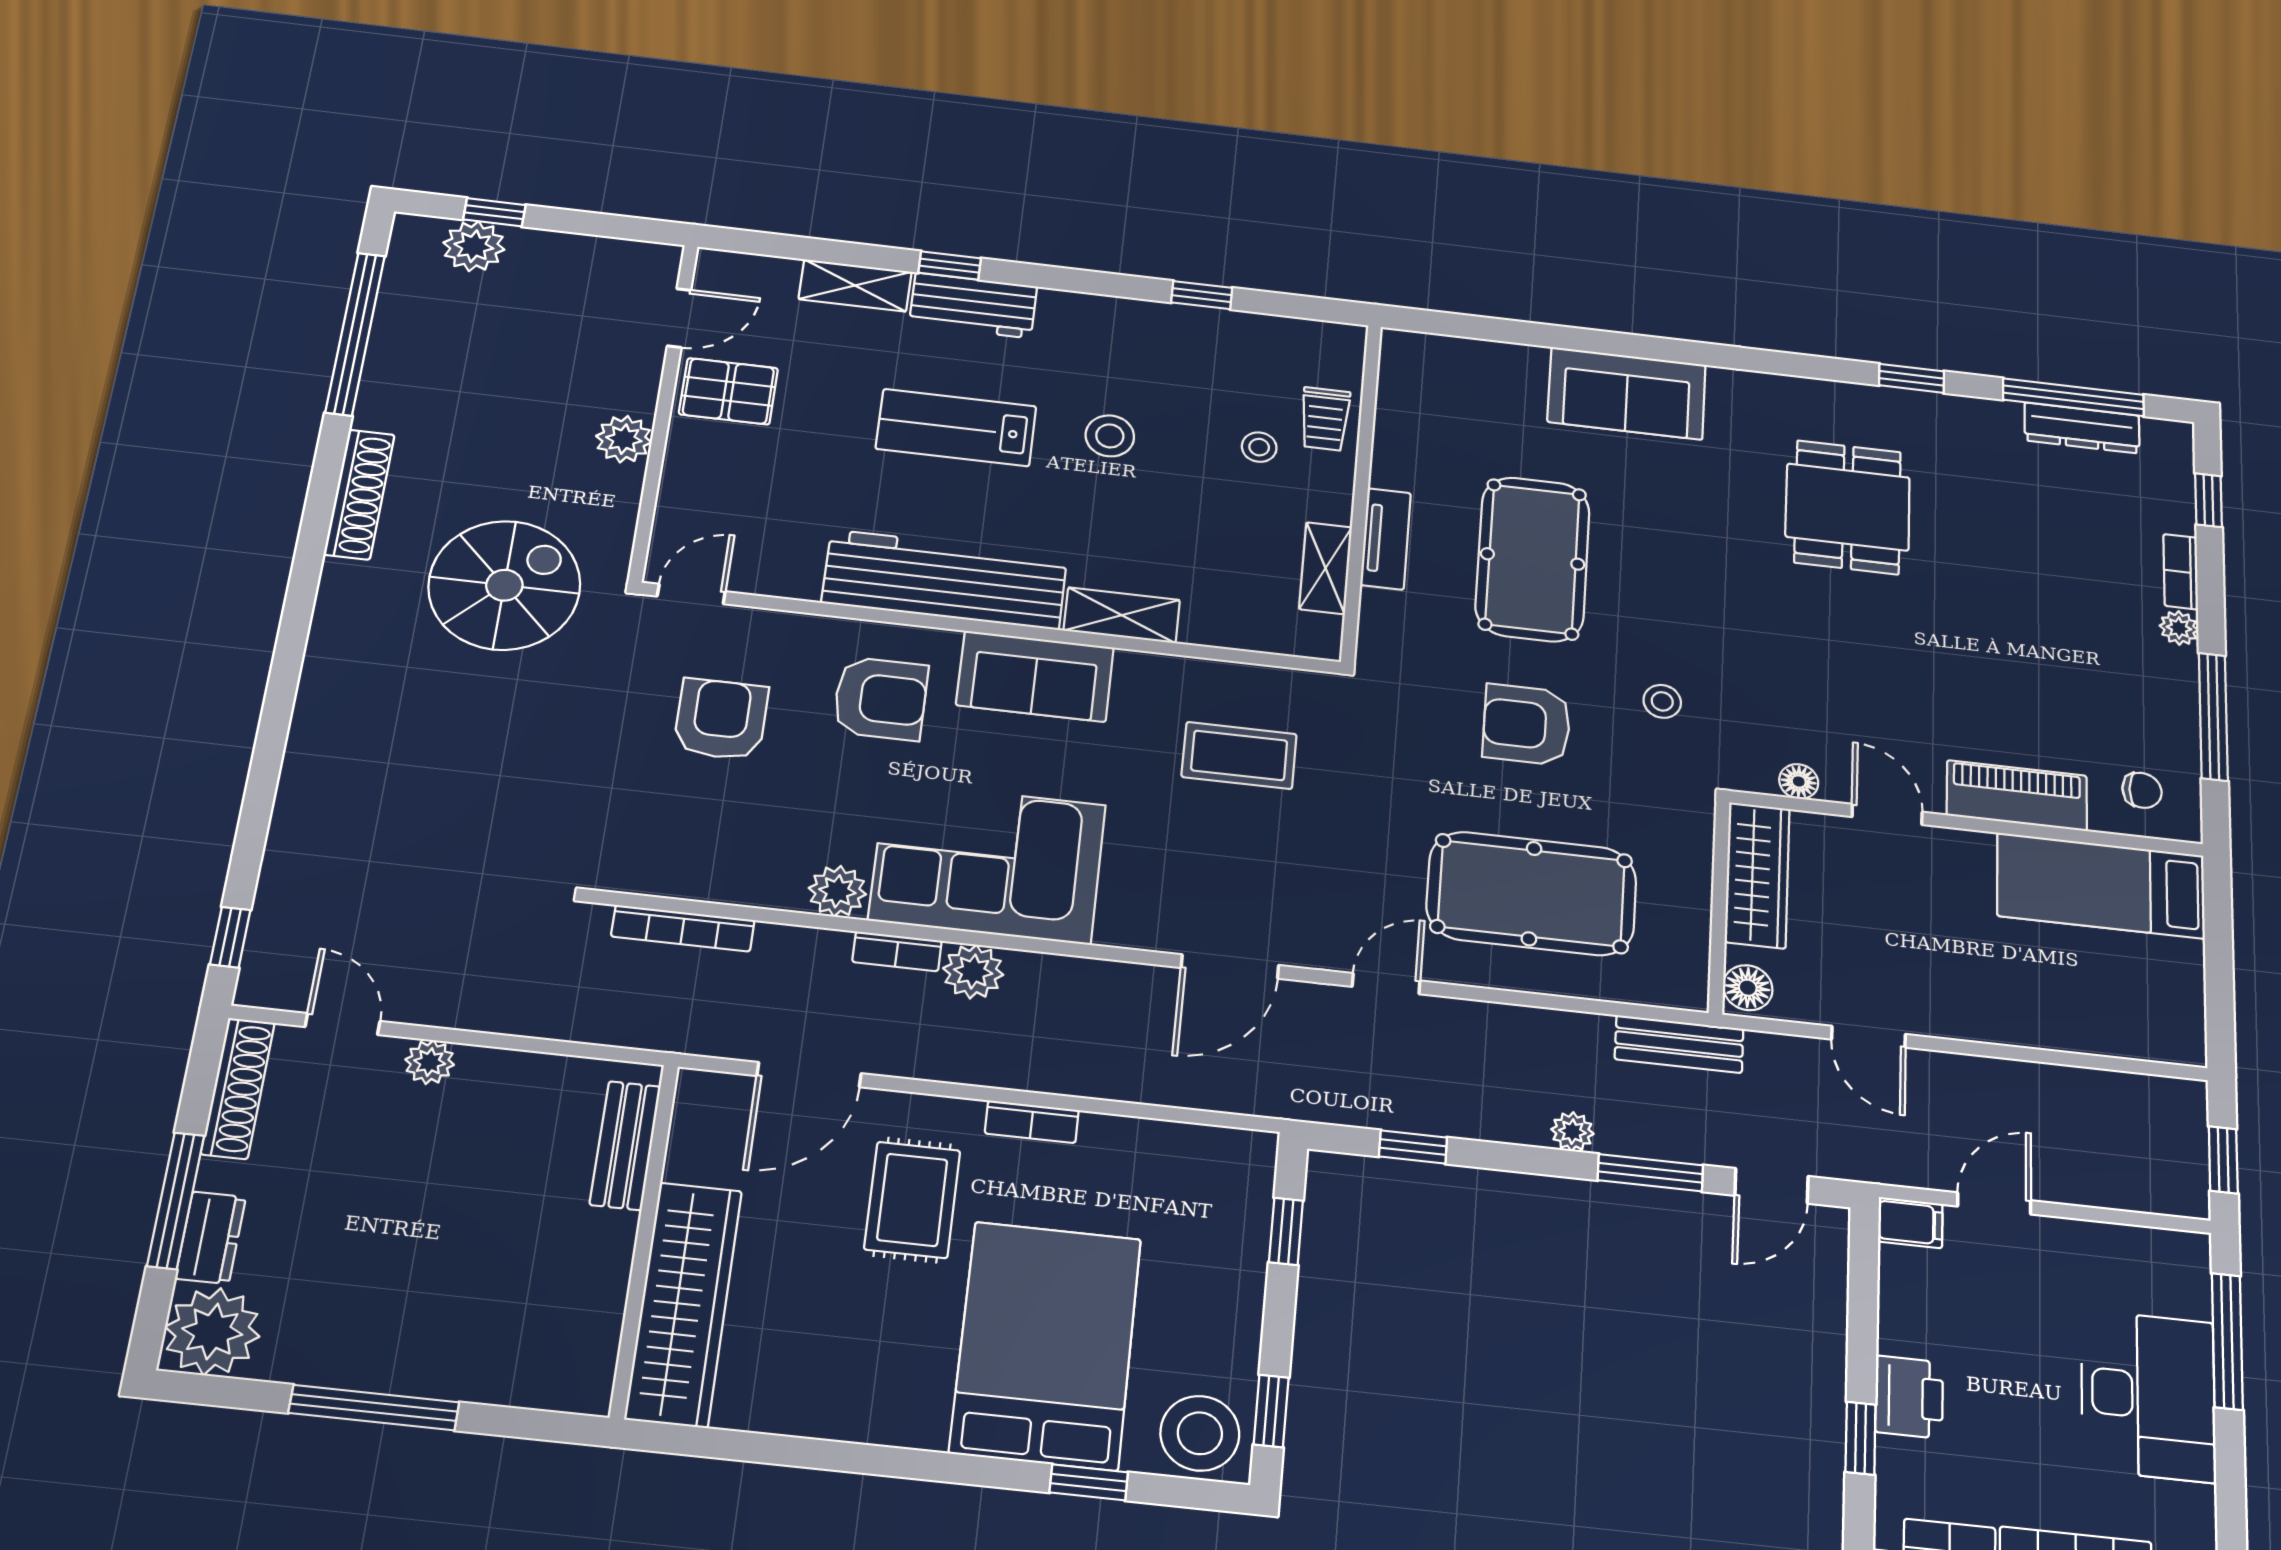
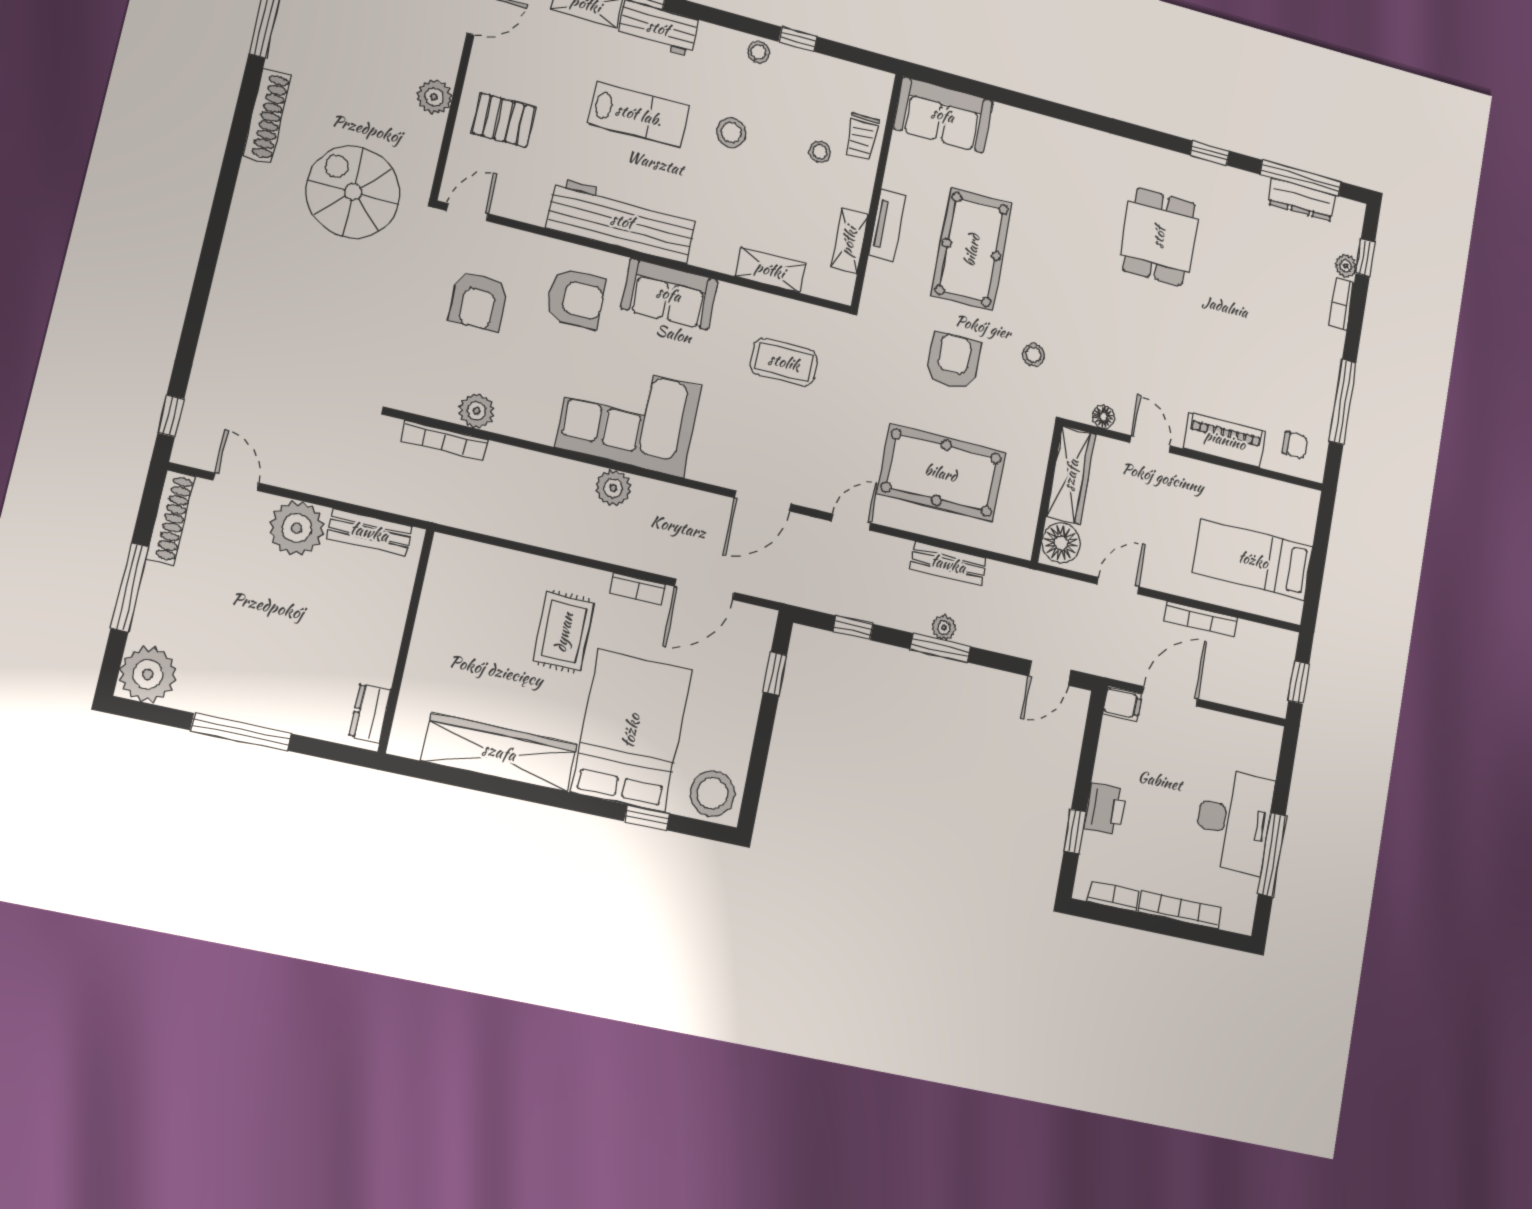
stool: (1140, 320) -> (759, 52), added
pallet: (728, 391) -> (504, 120), moved
sofa: (1627, 393) -> (943, 115), moved
lab bench: (956, 428) -> (639, 115), turned 180
spiral stairs: (504, 585) -> (353, 192), turned -90
shelving: (1122, 615) -> (770, 270), moved
plant: (2179, 628) -> (1346, 266), moved
armchair: (721, 719) -> (478, 301), turned 180
armchair: (1527, 725) -> (953, 361), turned 90
bed: (2101, 886) -> (1253, 560), moved
plant: (837, 891) -> (477, 411), moved
bookcase: (897, 951) -> (1200, 619), moved, width x1.56
floor lamp: (1748, 988) -> (1061, 543), width x1.38, depth x1.38
door: (1869, 1037) -> (1118, 585), swing flipped
bench: (1679, 1044) -> (948, 564), moved
plant: (430, 1062) -> (297, 528), width x1.88, depth x1.88
door: (809, 1075) -> (704, 589), moved
bench: (625, 1145) -> (369, 532), moved, turned 90
window: (1650, 1173) -> (940, 648), moved
door: (1994, 1203) -> (1170, 696), width x1.38
dresser: (211, 1238) -> (370, 713), moved, turned 180
wardrobe: (684, 1304) -> (499, 752), moved, turned -90
window: (2227, 1341) -> (1272, 855), moved
window: (1271, 1411) -> (754, 784), removed

